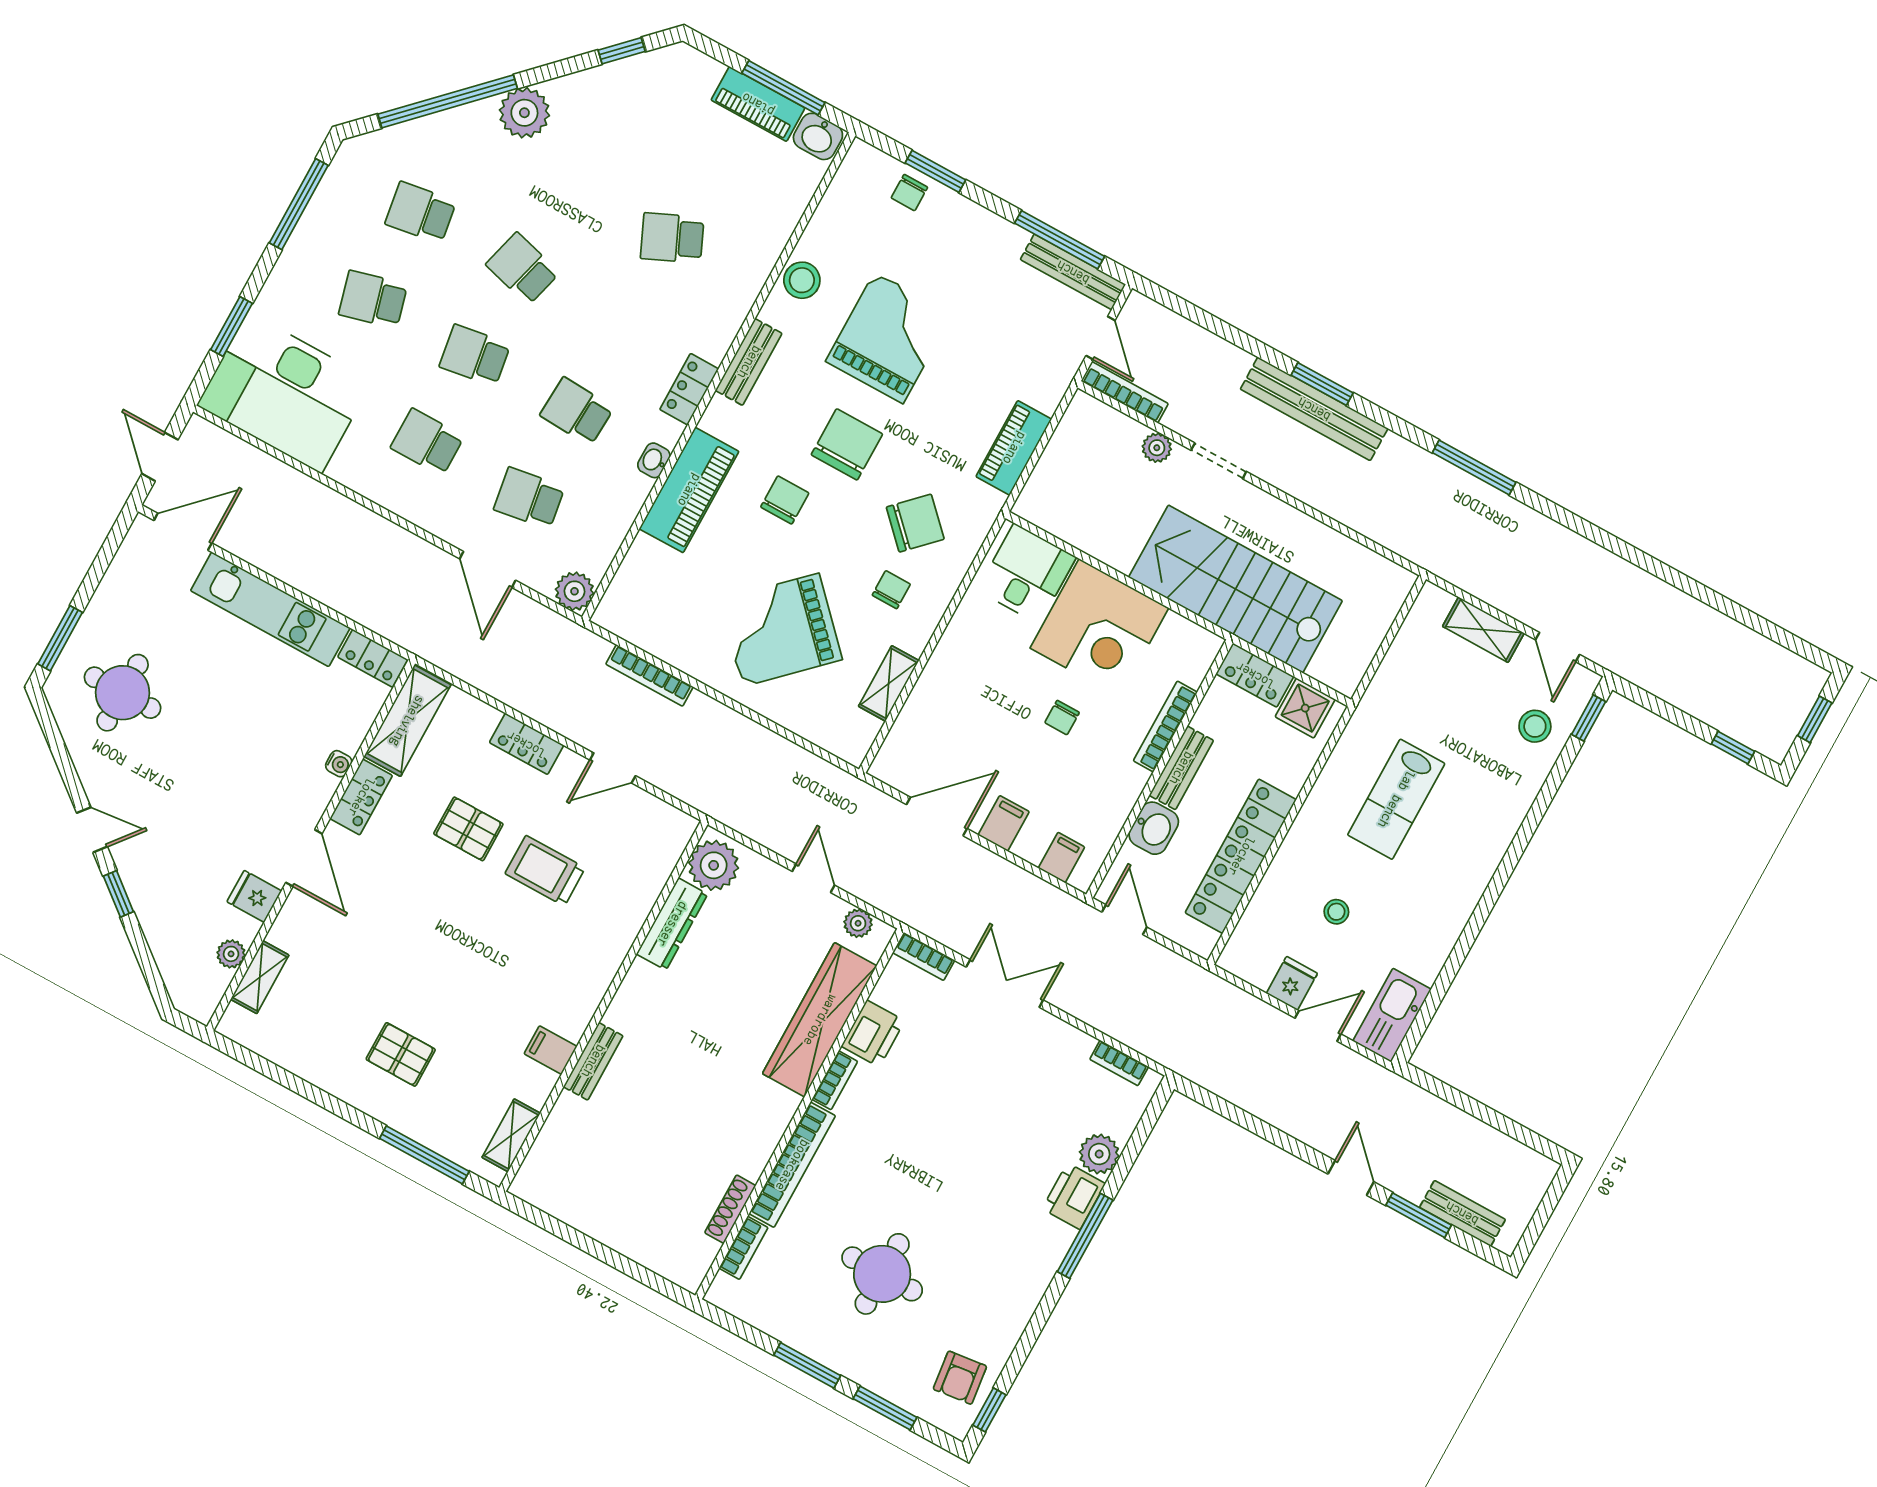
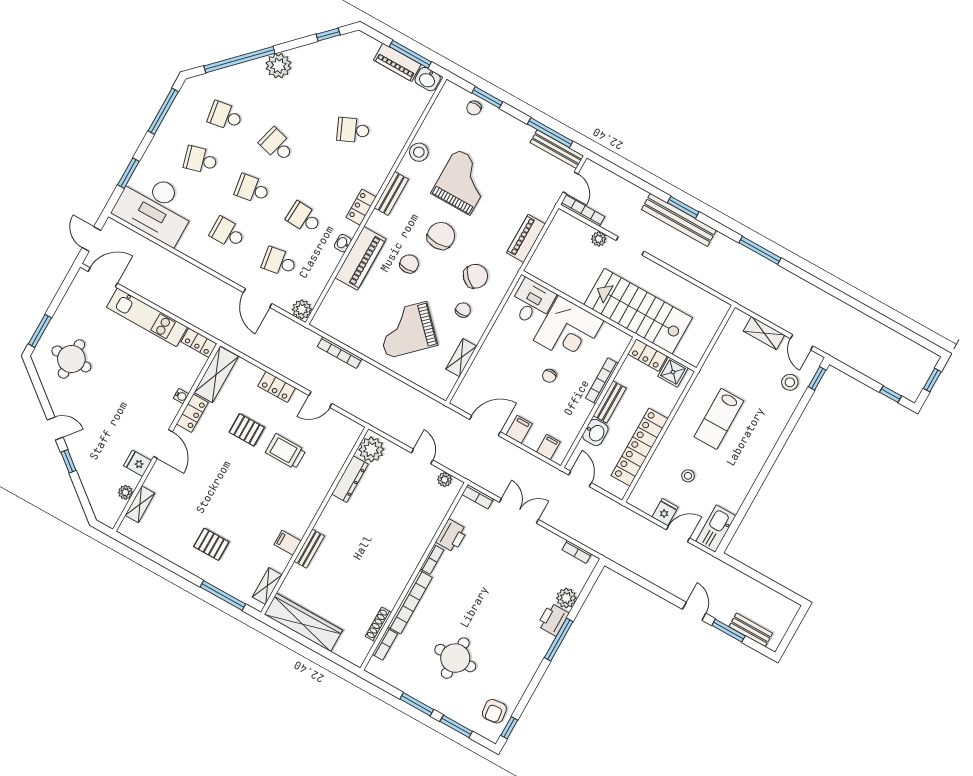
wardrobe: (820, 1020) -> (303, 622), moved, turned 90

